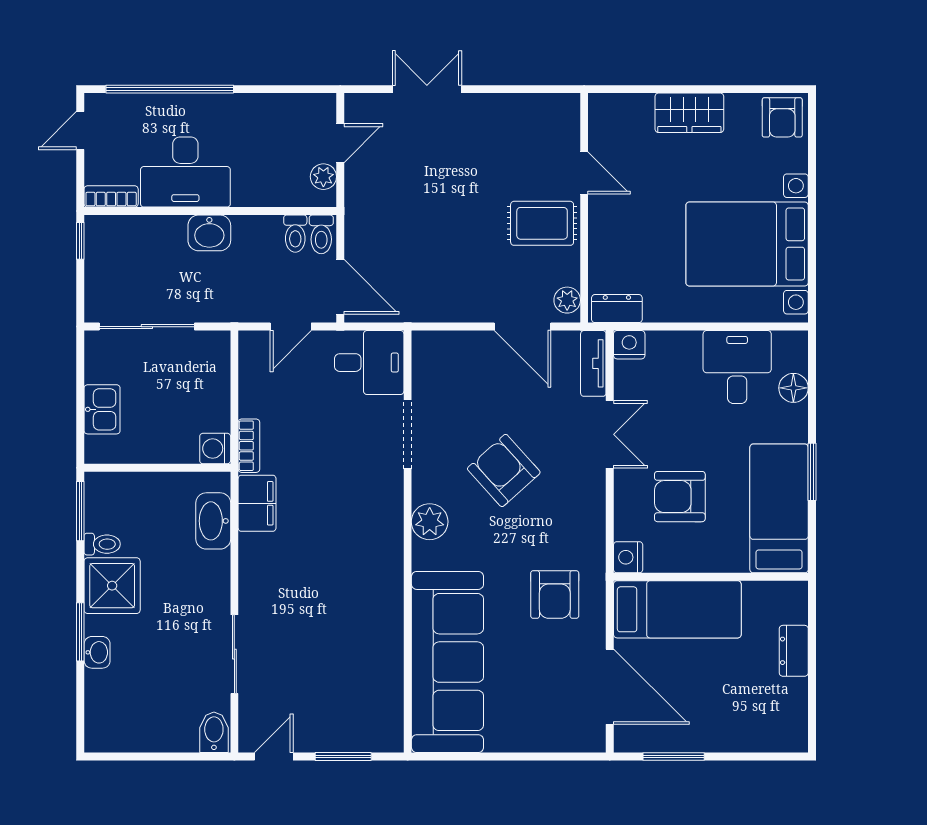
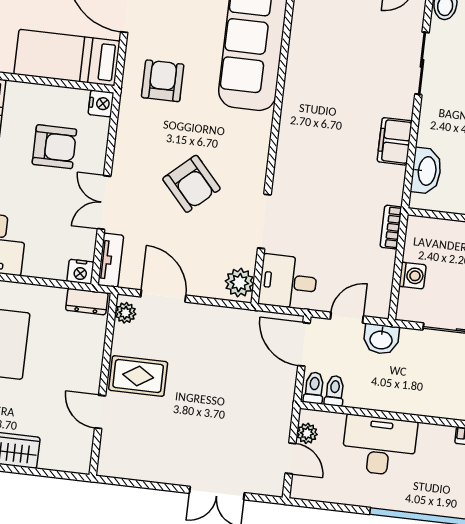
door: (340, 143) -> (291, 458), swing flipped
desk: (185, 172) -> (379, 446), moved
washbasin: (209, 233) -> (381, 339), moved, turned 180
washing machine: (215, 449) -> (412, 276), moved
filing cabinet: (257, 503) -> (395, 141), moved
plant: (430, 522) -> (239, 283), moved

